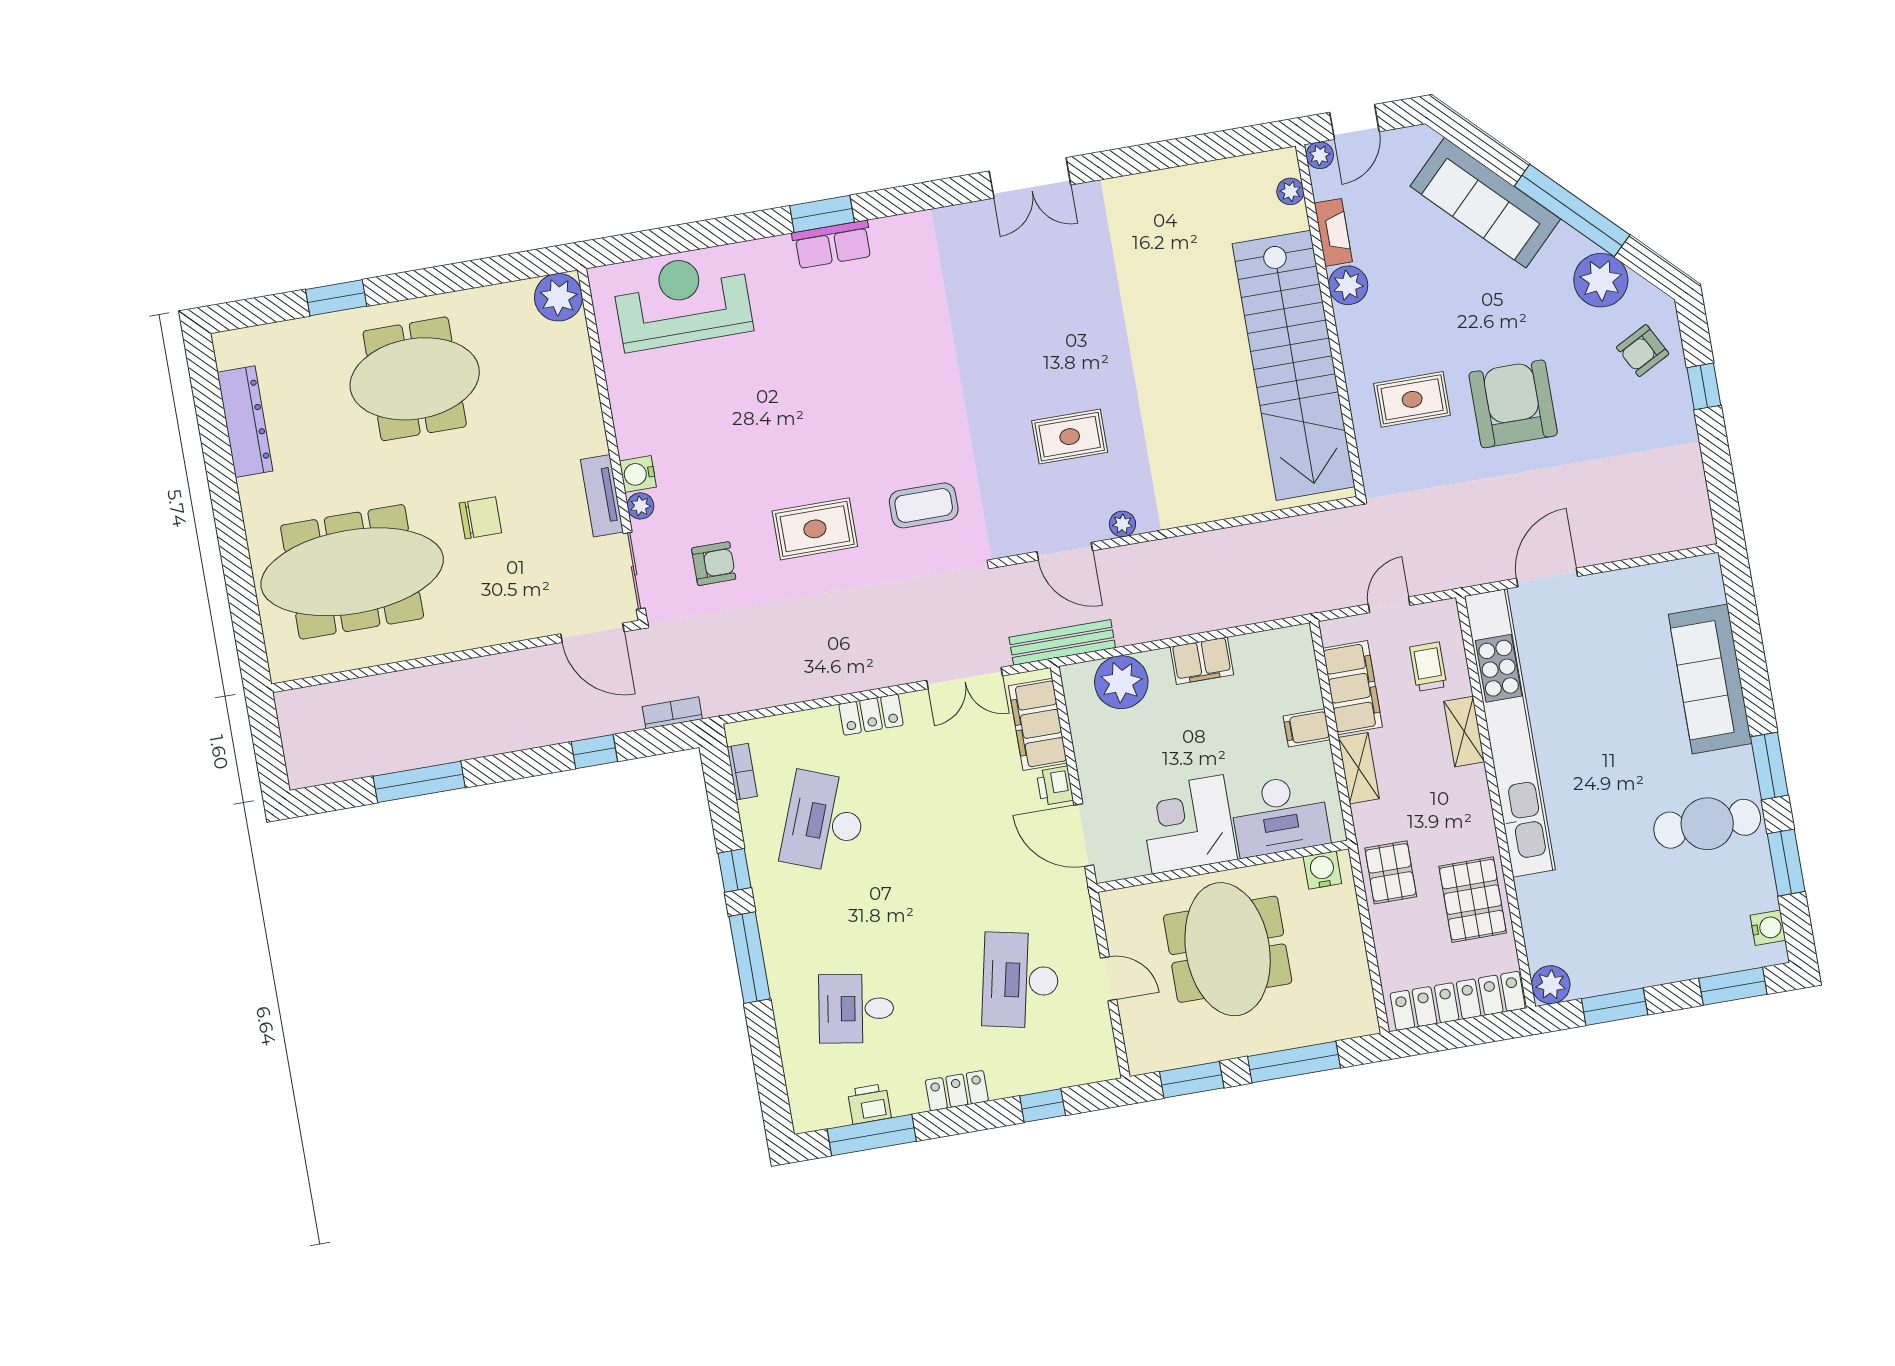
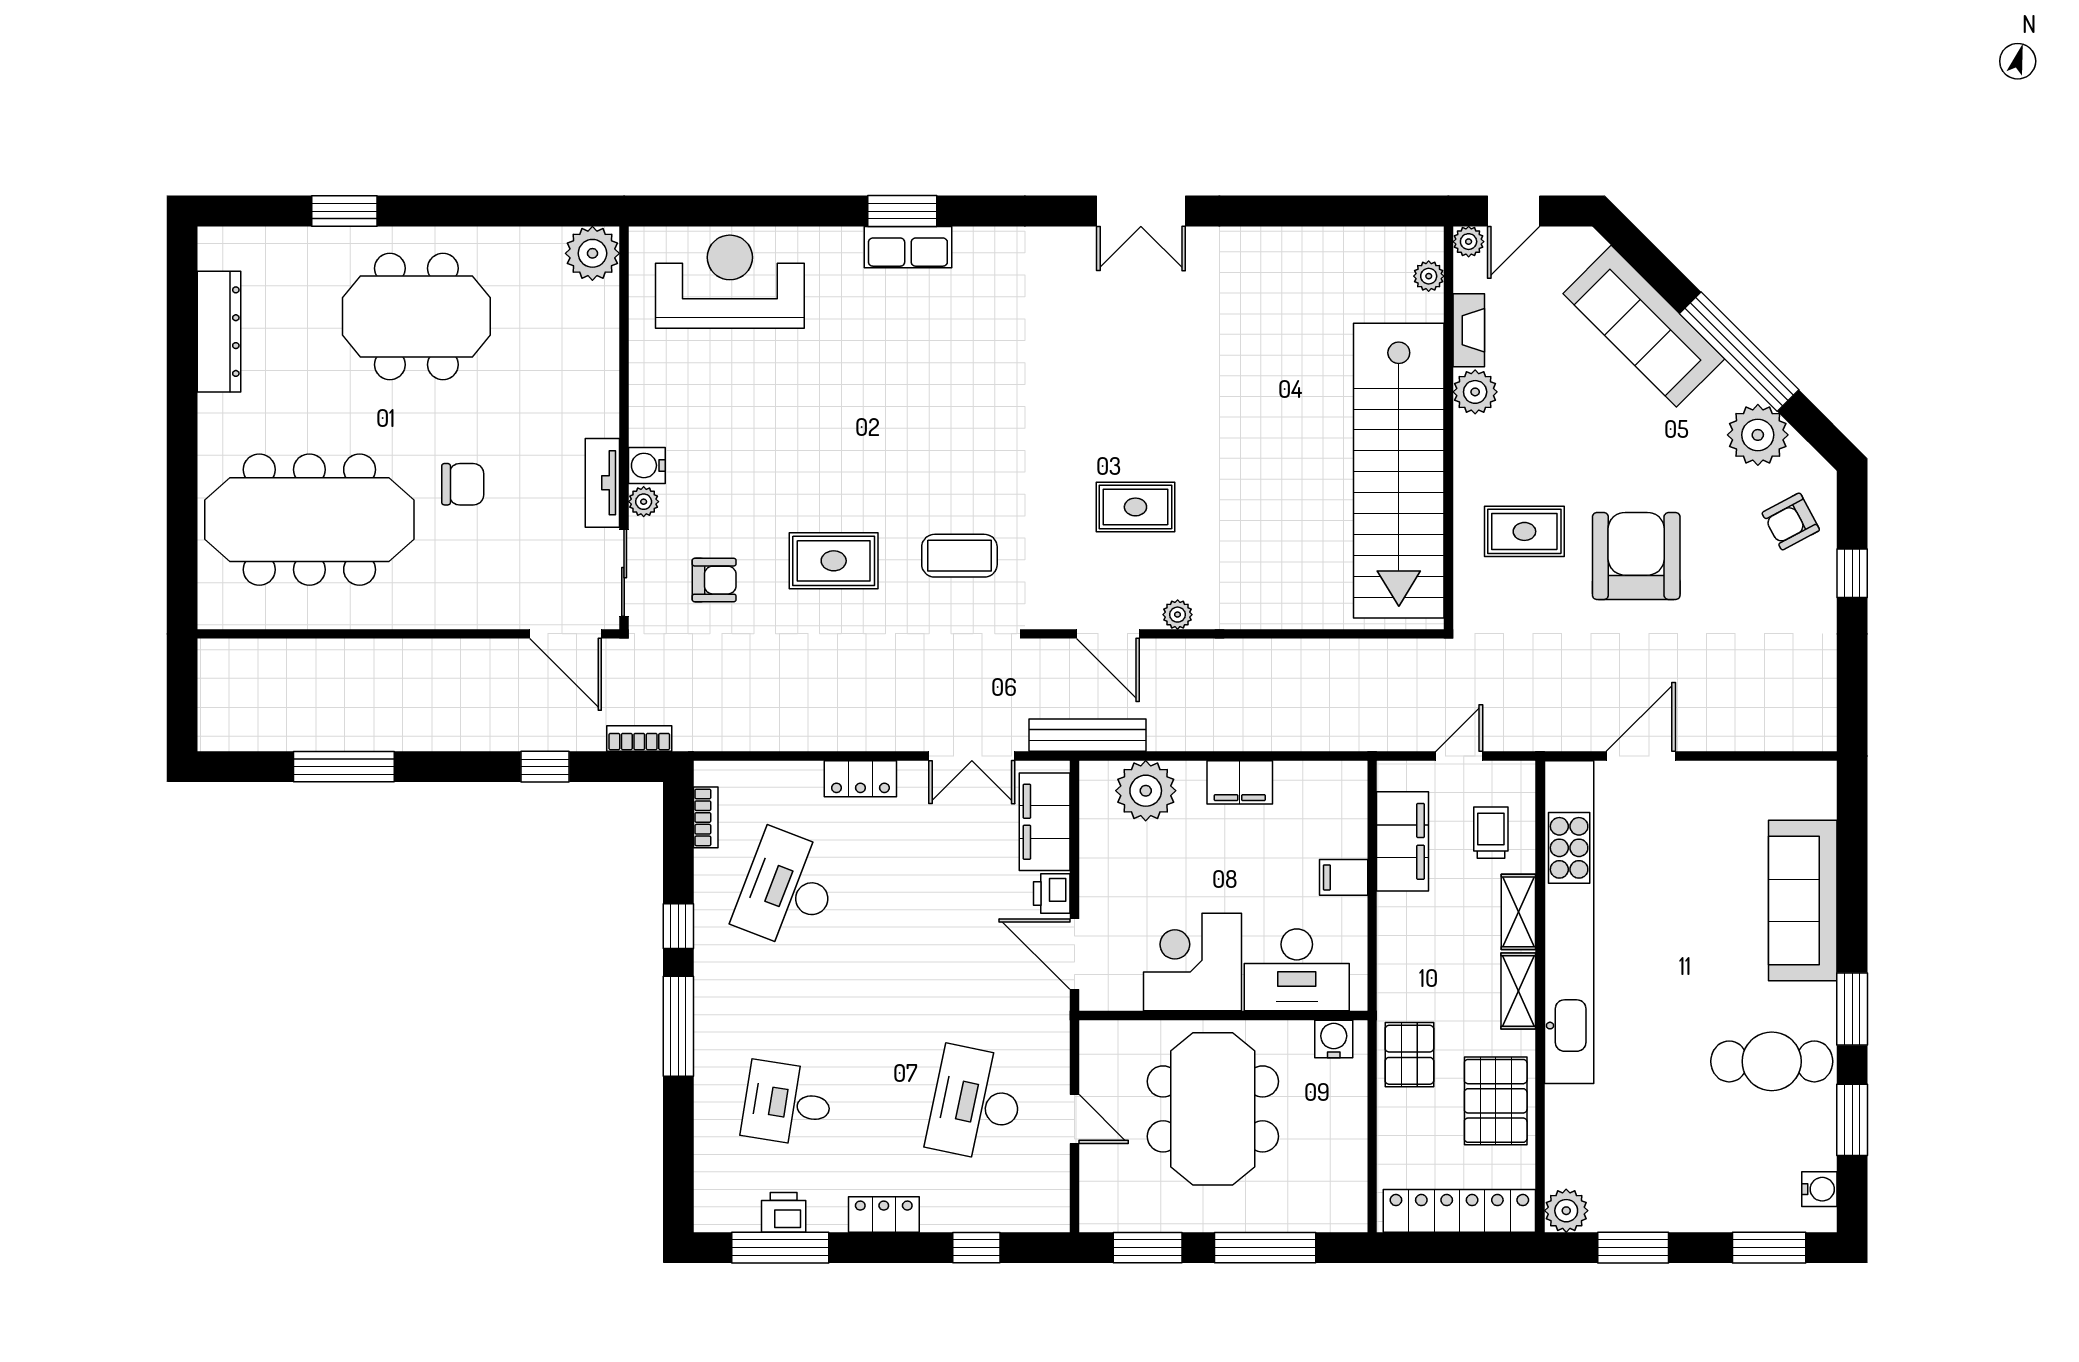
shelving: (1359, 768) -> (1518, 991), moved

